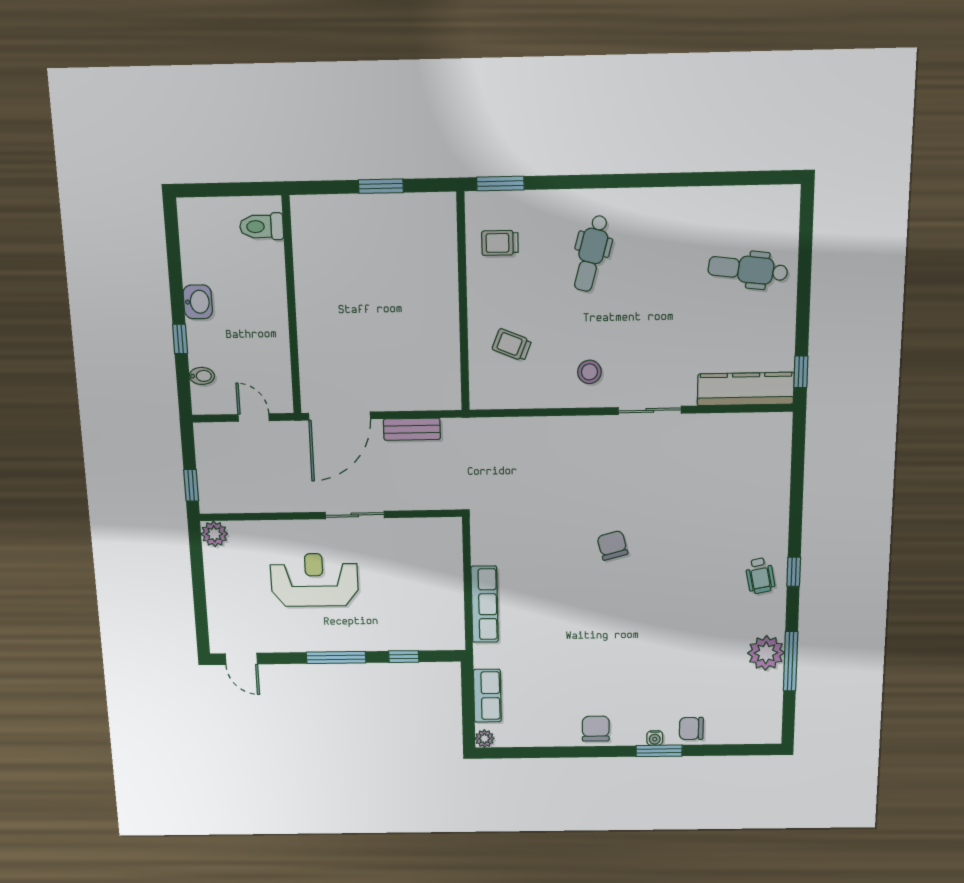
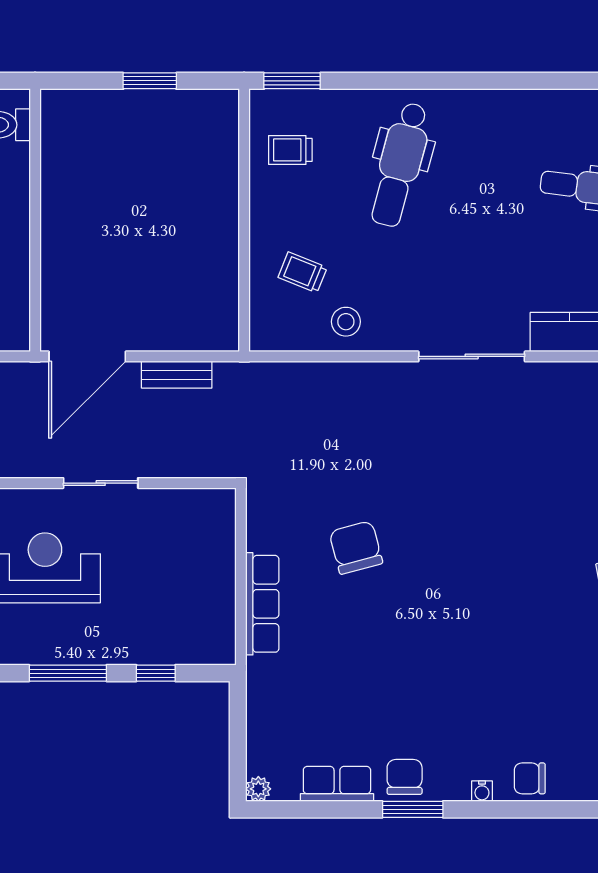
dental chair: (591, 253) -> (400, 165), width x1.36, depth x1.38
stool: (589, 372) -> (346, 322), moved
sliding door: (650, 410) -> (472, 356), width x1.37
chair: (612, 545) -> (356, 547), moved, width x1.37, depth x1.37
row of seats: (487, 696) -> (337, 784), moved, turned -90
window: (659, 751) -> (413, 809), moved

